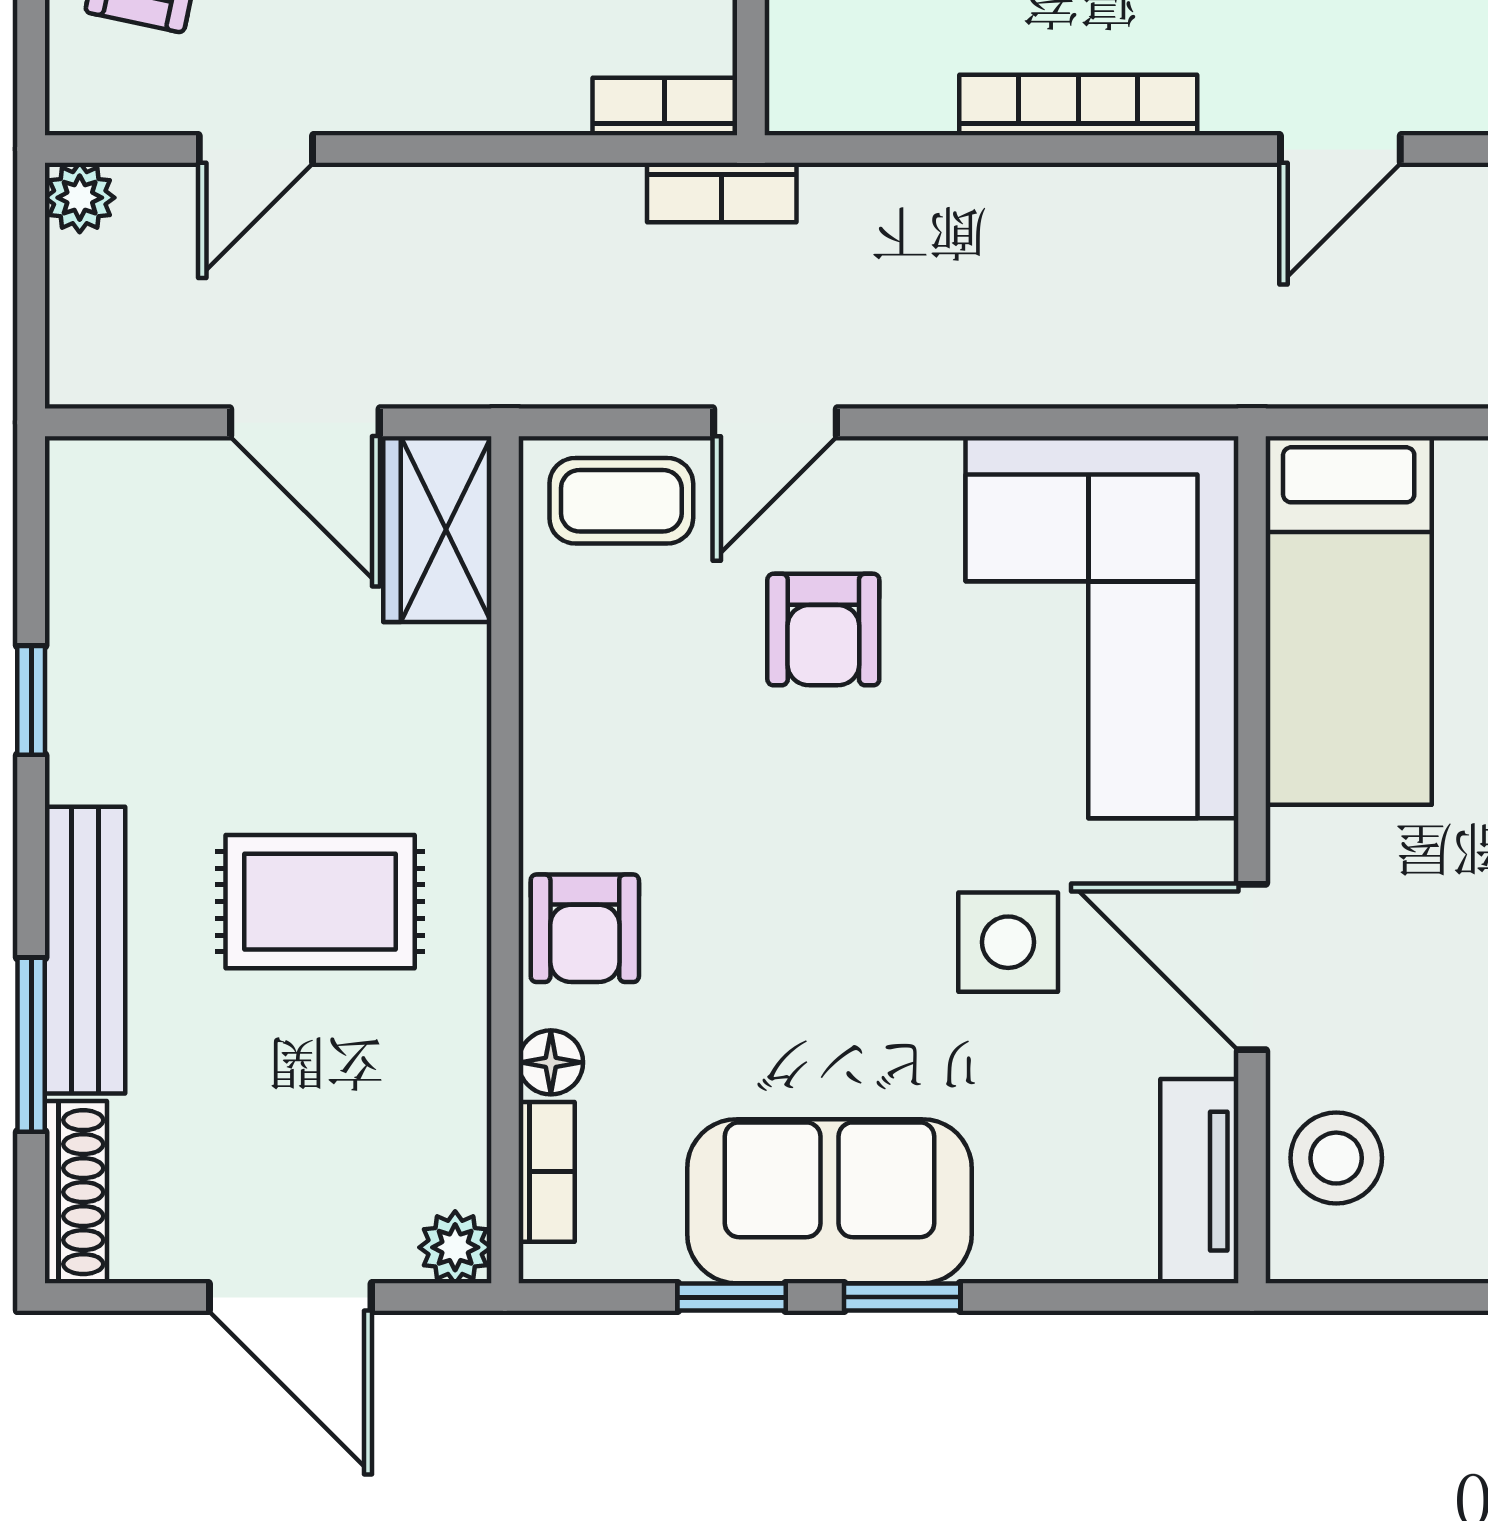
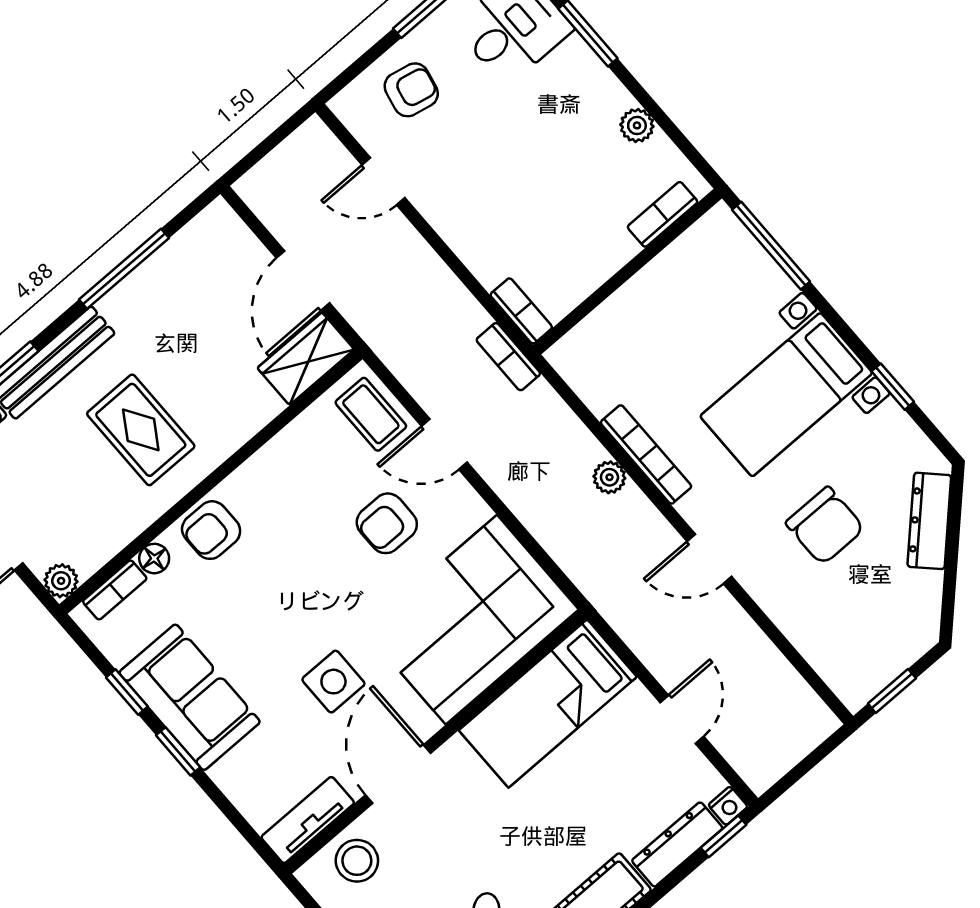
plant: (80, 198) -> (609, 477), moved
window: (31, 700) -> (124, 269), width x2.17

